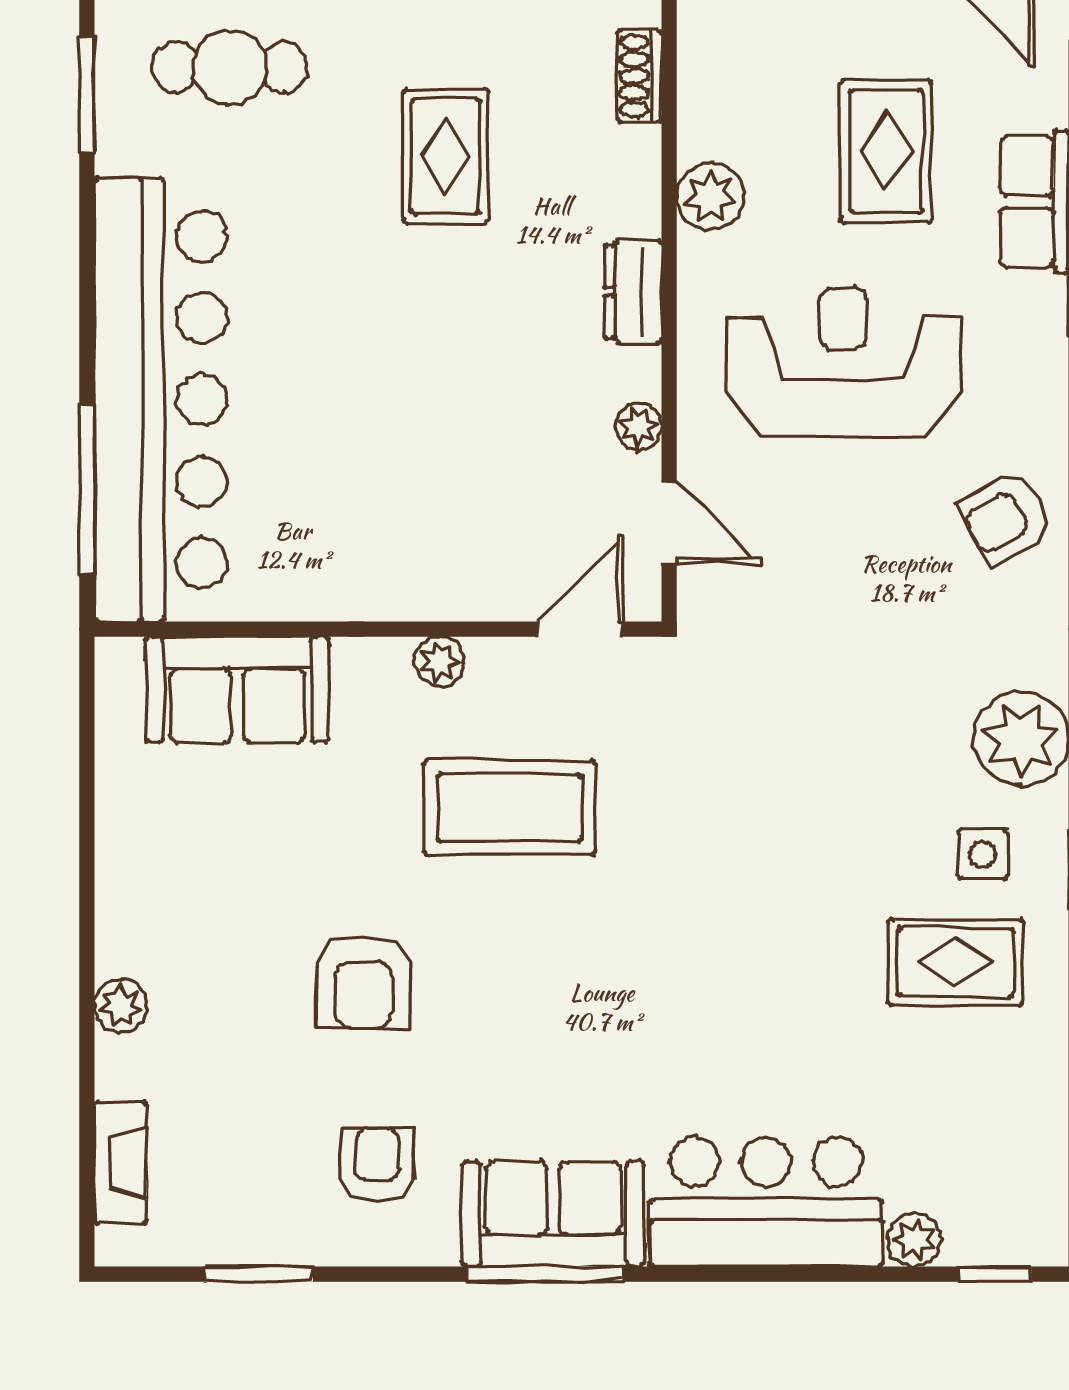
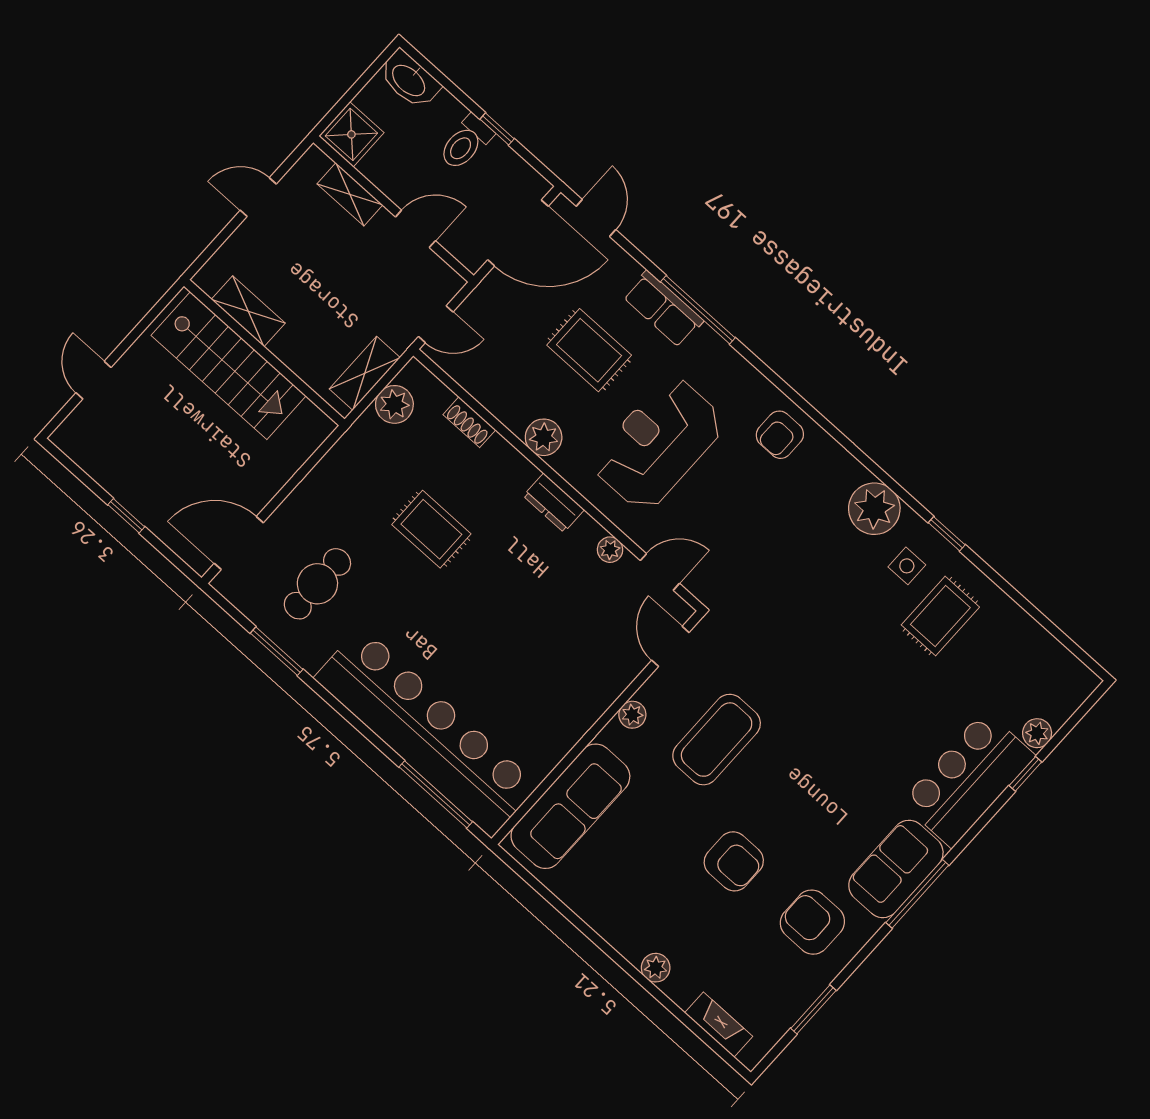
armchair: (1006, 518) -> (780, 435), turned 30
sofa: (237, 689) -> (570, 806), width x1.36
armchair: (377, 1165) -> (812, 922), width x1.38, depth x1.38
window: (995, 1274) -> (1025, 774), moved

